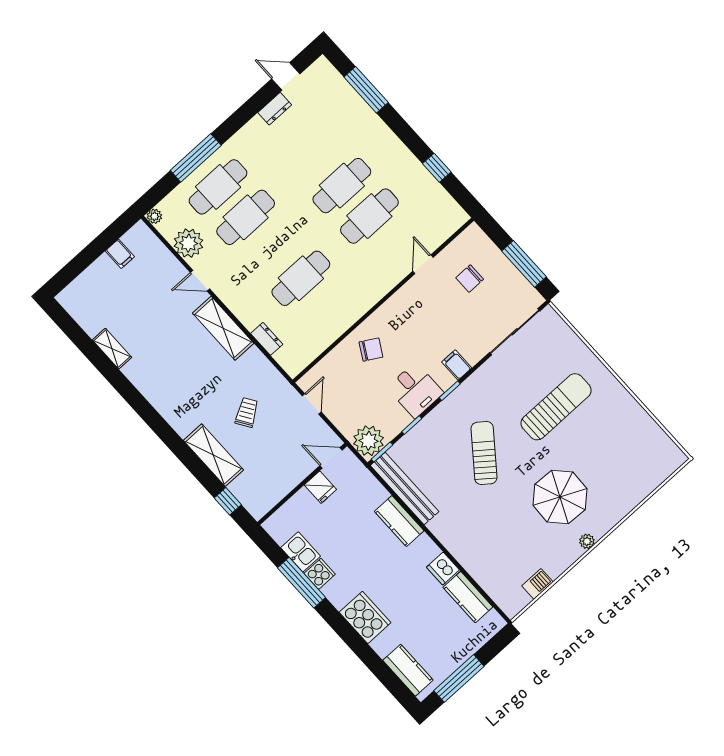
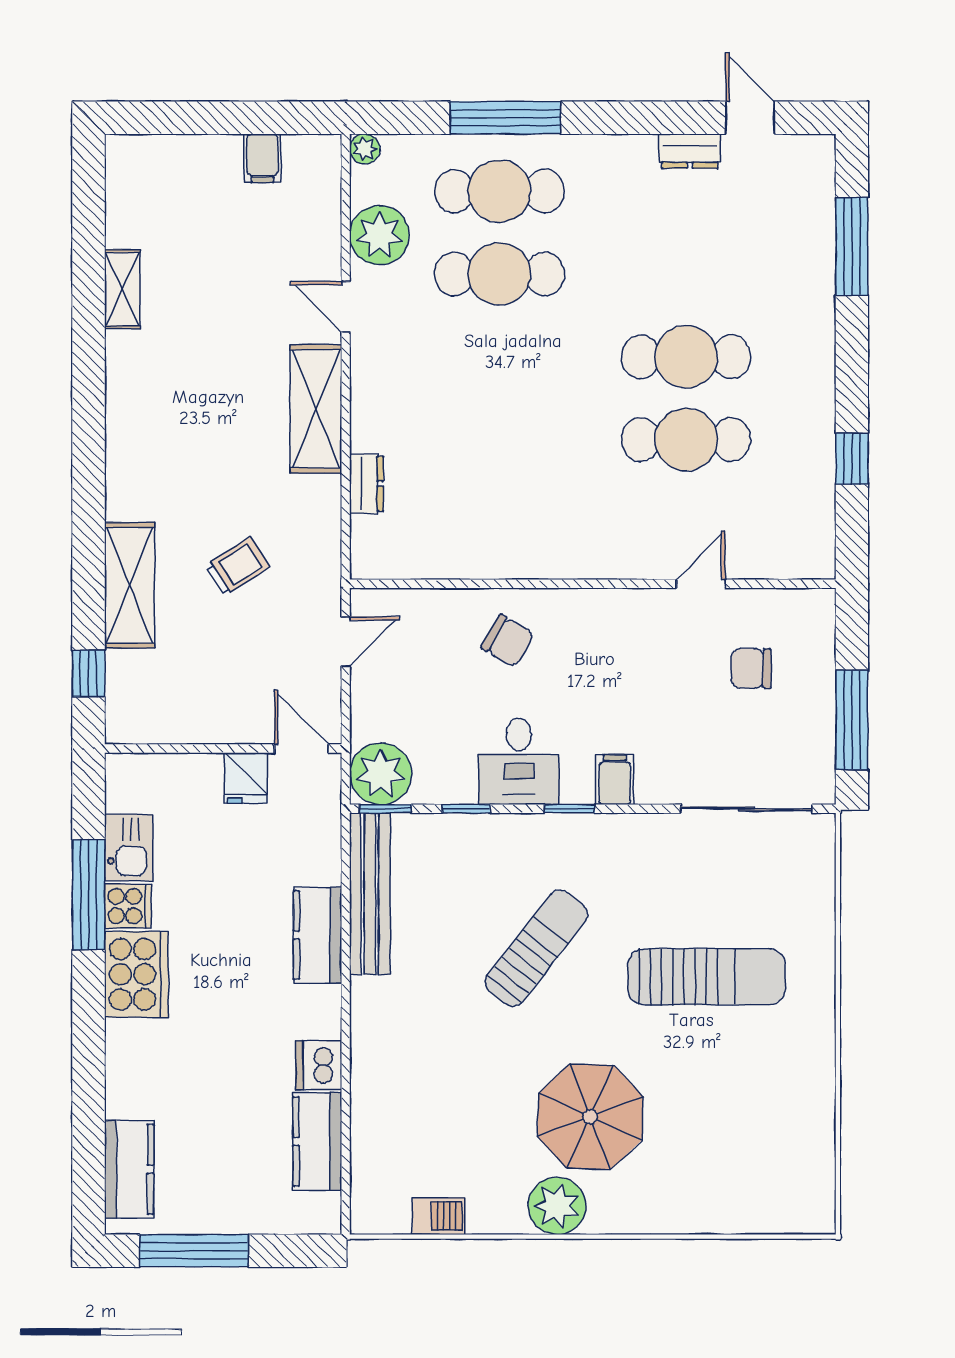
cafe table: (301, 278) -> (499, 440), removed
plant: (587, 541) -> (557, 1206), width x1.87, depth x1.87
cooker: (365, 617) -> (136, 974), moved

